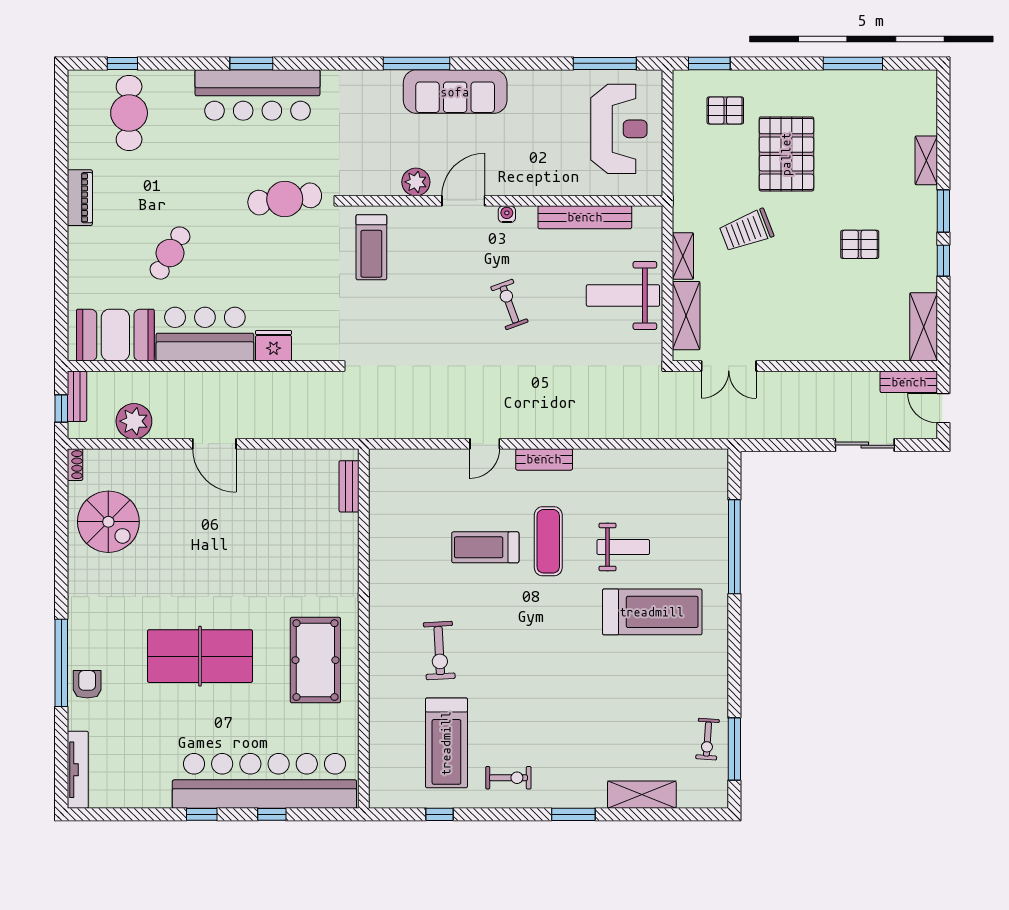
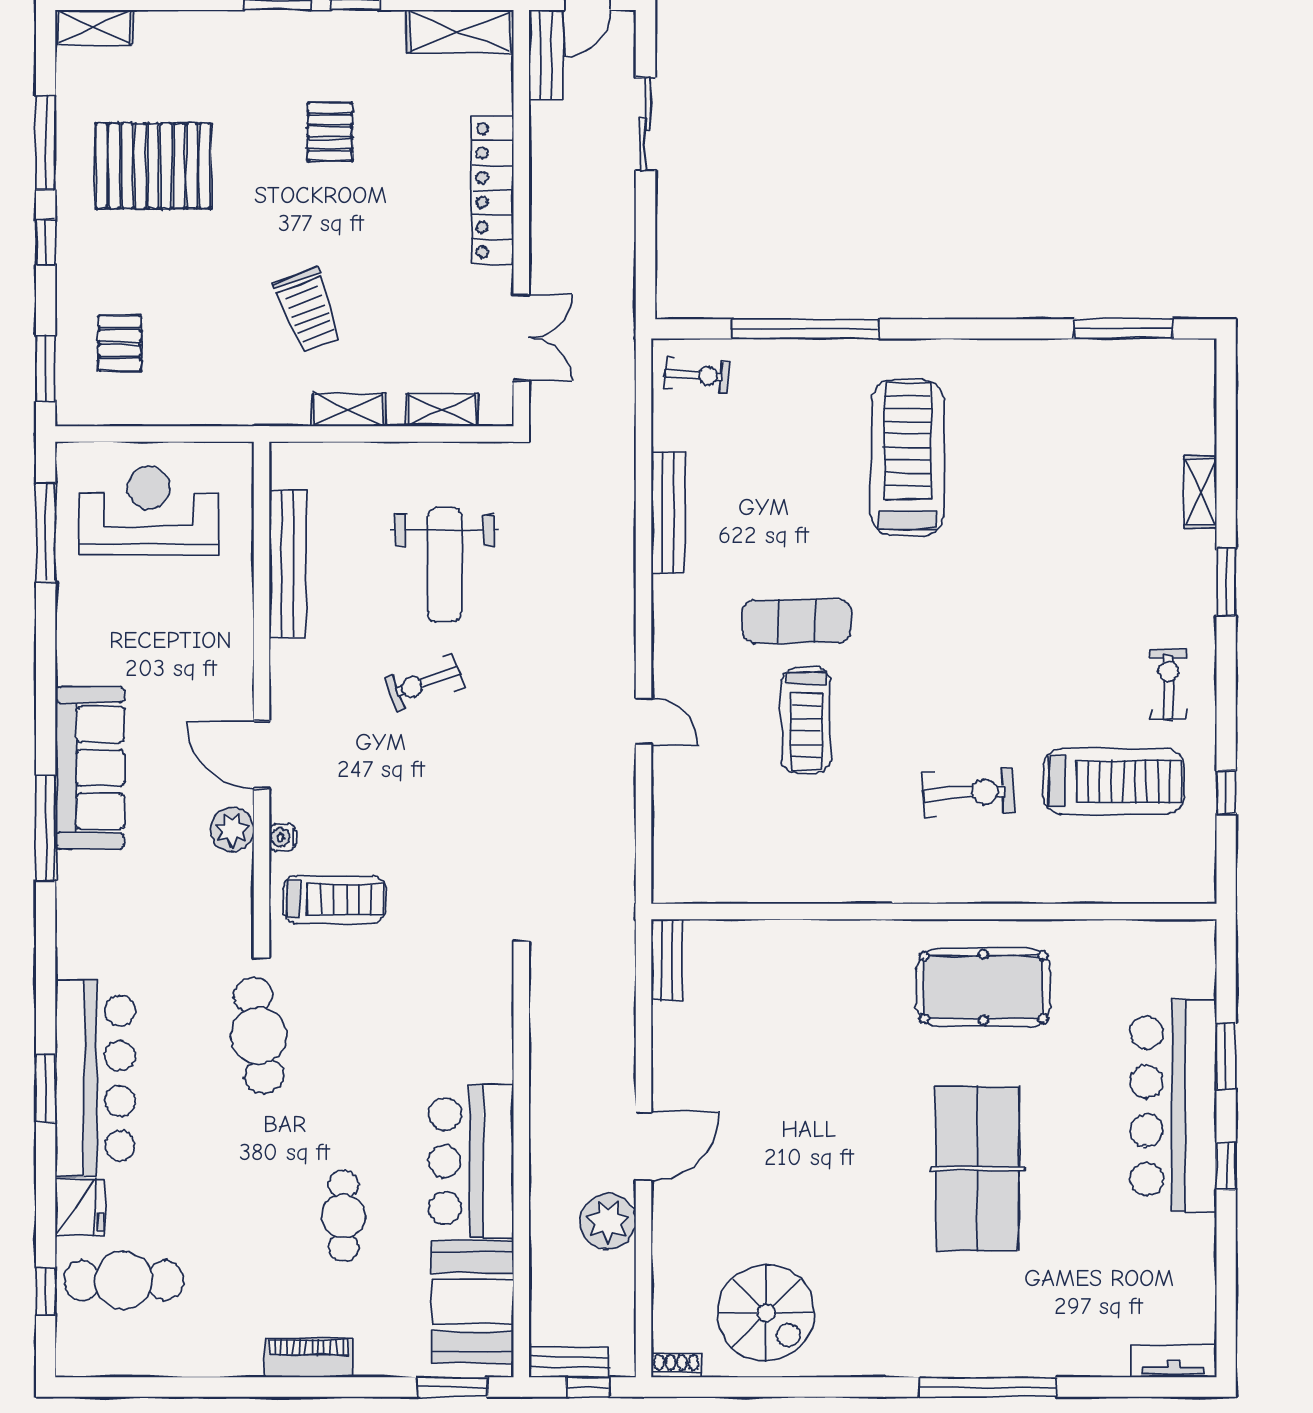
window: (789, 63) -> (46, 243), added
pallet: (786, 154) -> (153, 166), moved
shelving: (926, 160) -> (94, 27), moved
piano: (80, 198) -> (309, 1358), moved
water cooler: (507, 214) -> (283, 837), moved
cafe table: (170, 253) -> (344, 1216), turned 59
weight bench: (623, 295) -> (445, 565), moved
shelving: (686, 316) -> (442, 410), width x0.67, depth x0.75
window: (61, 322) -> (452, 1387), added
fridge: (274, 346) -> (79, 1208), moved, turned 180
locker: (823, 348) -> (493, 190), added
plant: (134, 421) -> (608, 1221), moved
bench: (544, 459) -> (668, 512), moved, width x1.36
bench: (349, 486) -> (667, 960), moved, turned 90
spiral stairs: (108, 522) -> (766, 1313), turned 90
weight bench: (623, 547) -> (806, 504), removed
armchair: (87, 684) -> (1022, 1346), removed
exercise bike: (707, 739) -> (697, 375), moved
tv unit: (78, 770) -> (1173, 1361), width x0.71
bar counter: (264, 781) -> (1173, 1106), width x0.73
shelving: (642, 795) -> (1200, 492), width x0.67, depth x0.75
window: (272, 814) -> (1226, 1056), width x1.50

